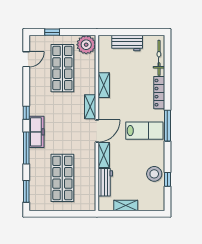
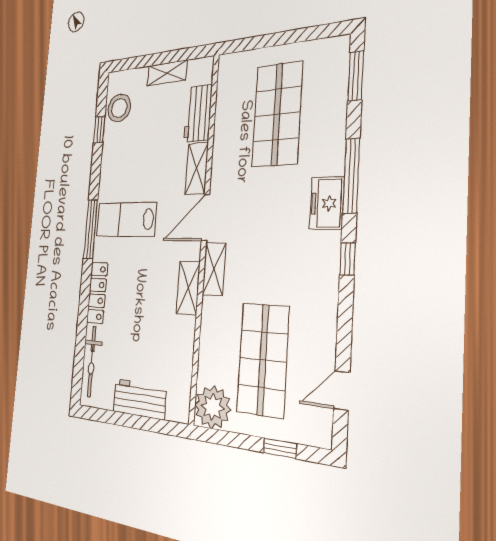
shelving: (104, 85) -> (188, 288), moved
freezer: (37, 132) -> (327, 203), width x0.71
stool: (154, 174) -> (119, 108), moved

